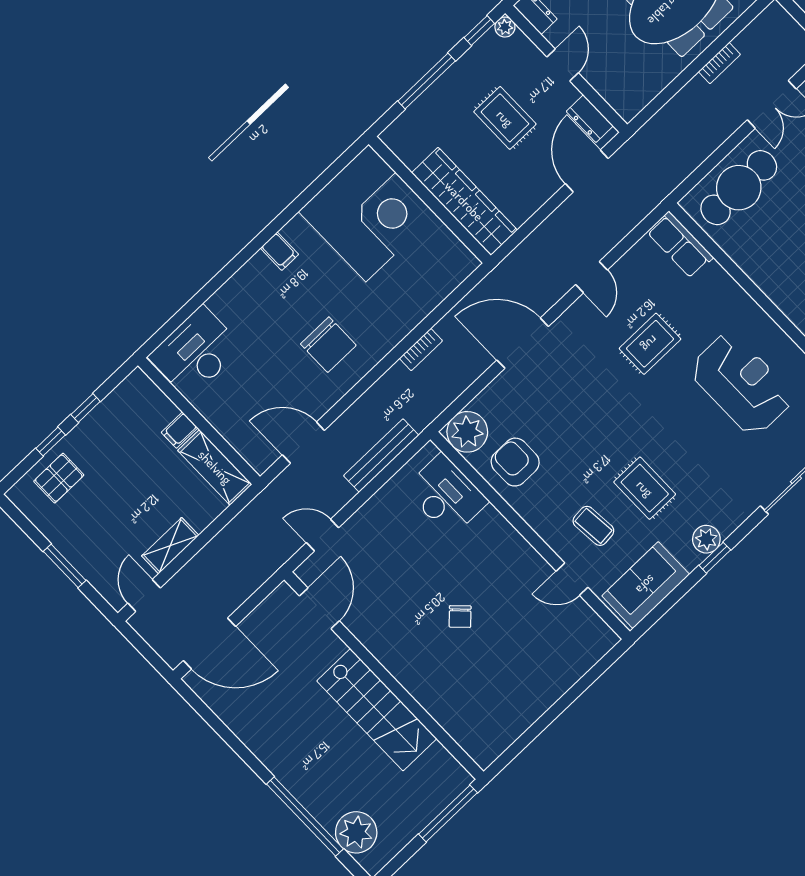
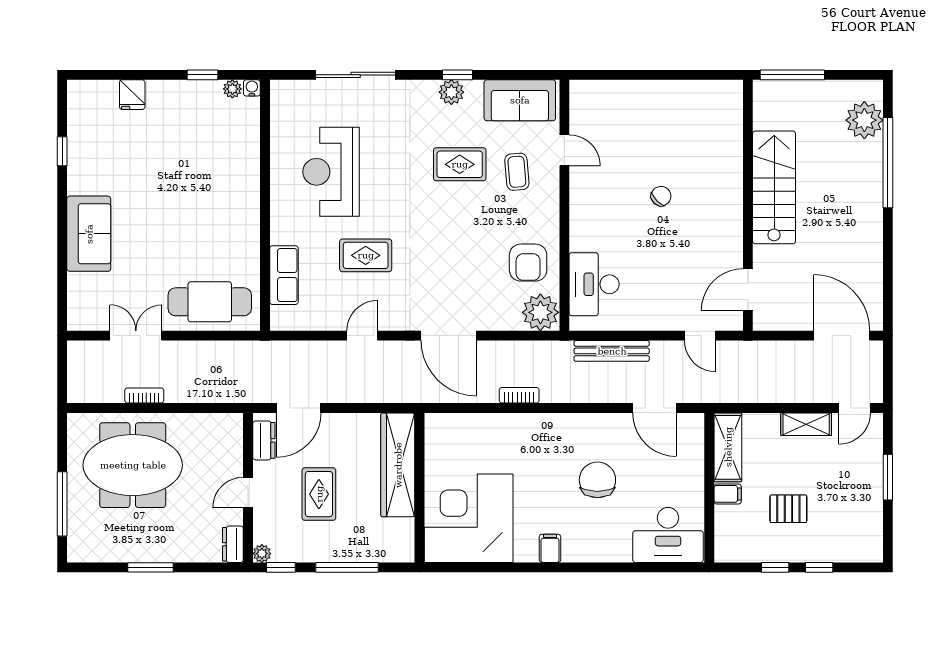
row of seats: (680, 245) -> (284, 275), moved
chair: (328, 345) -> (597, 480), moved
pallet: (59, 478) -> (788, 509), moved
rug: (645, 488) -> (460, 164), turned 90

